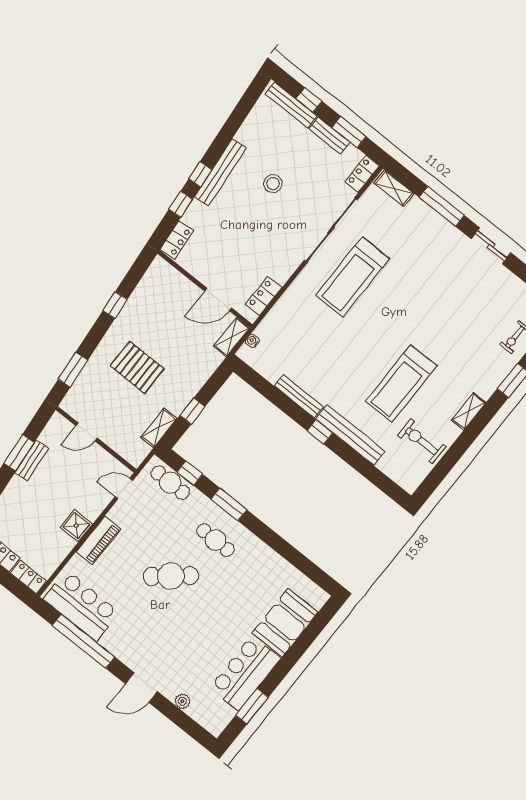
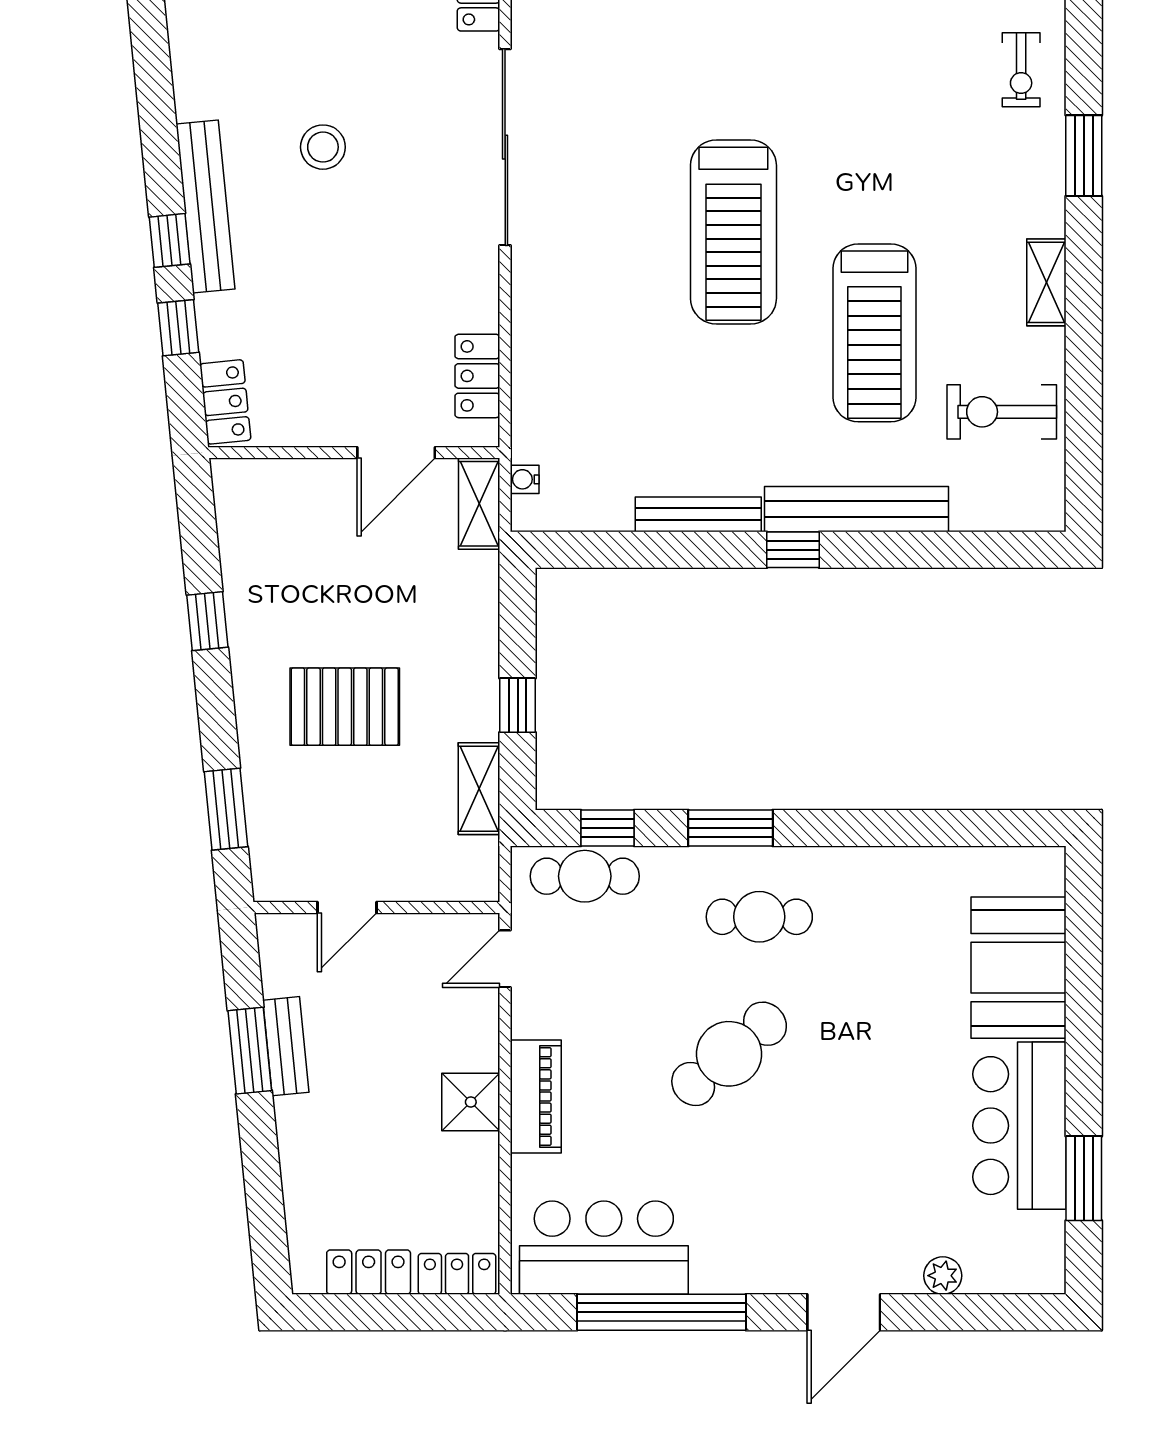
treadmill: (353, 277) -> (733, 232), moved

